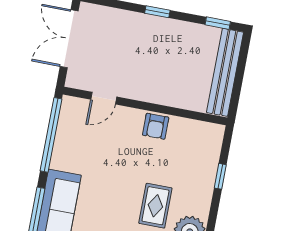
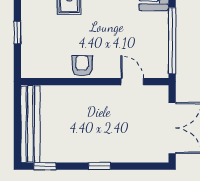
door: (104, 98) -> (132, 82), hinge flipped

